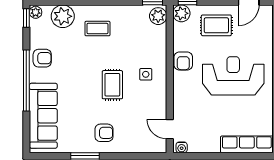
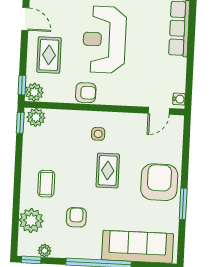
plant: (36, 12) -> (45, 251), moved
armchair: (42, 58) -> (76, 217), moved
rug: (112, 85) -> (108, 171), turned 90
armchair: (104, 133) -> (159, 182), width x1.88, depth x1.88

